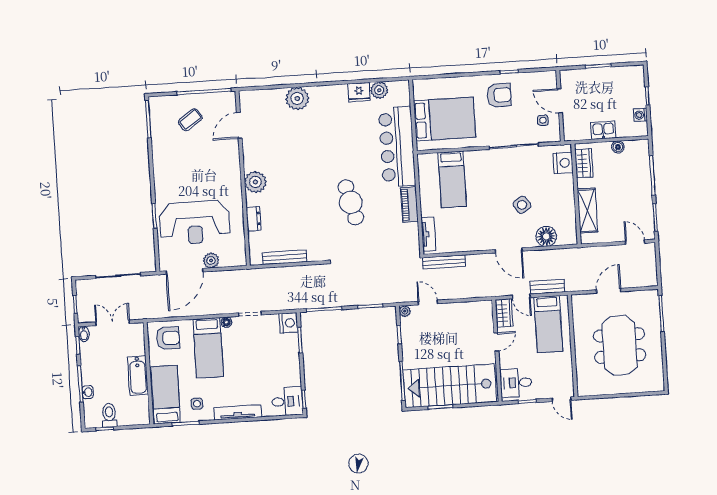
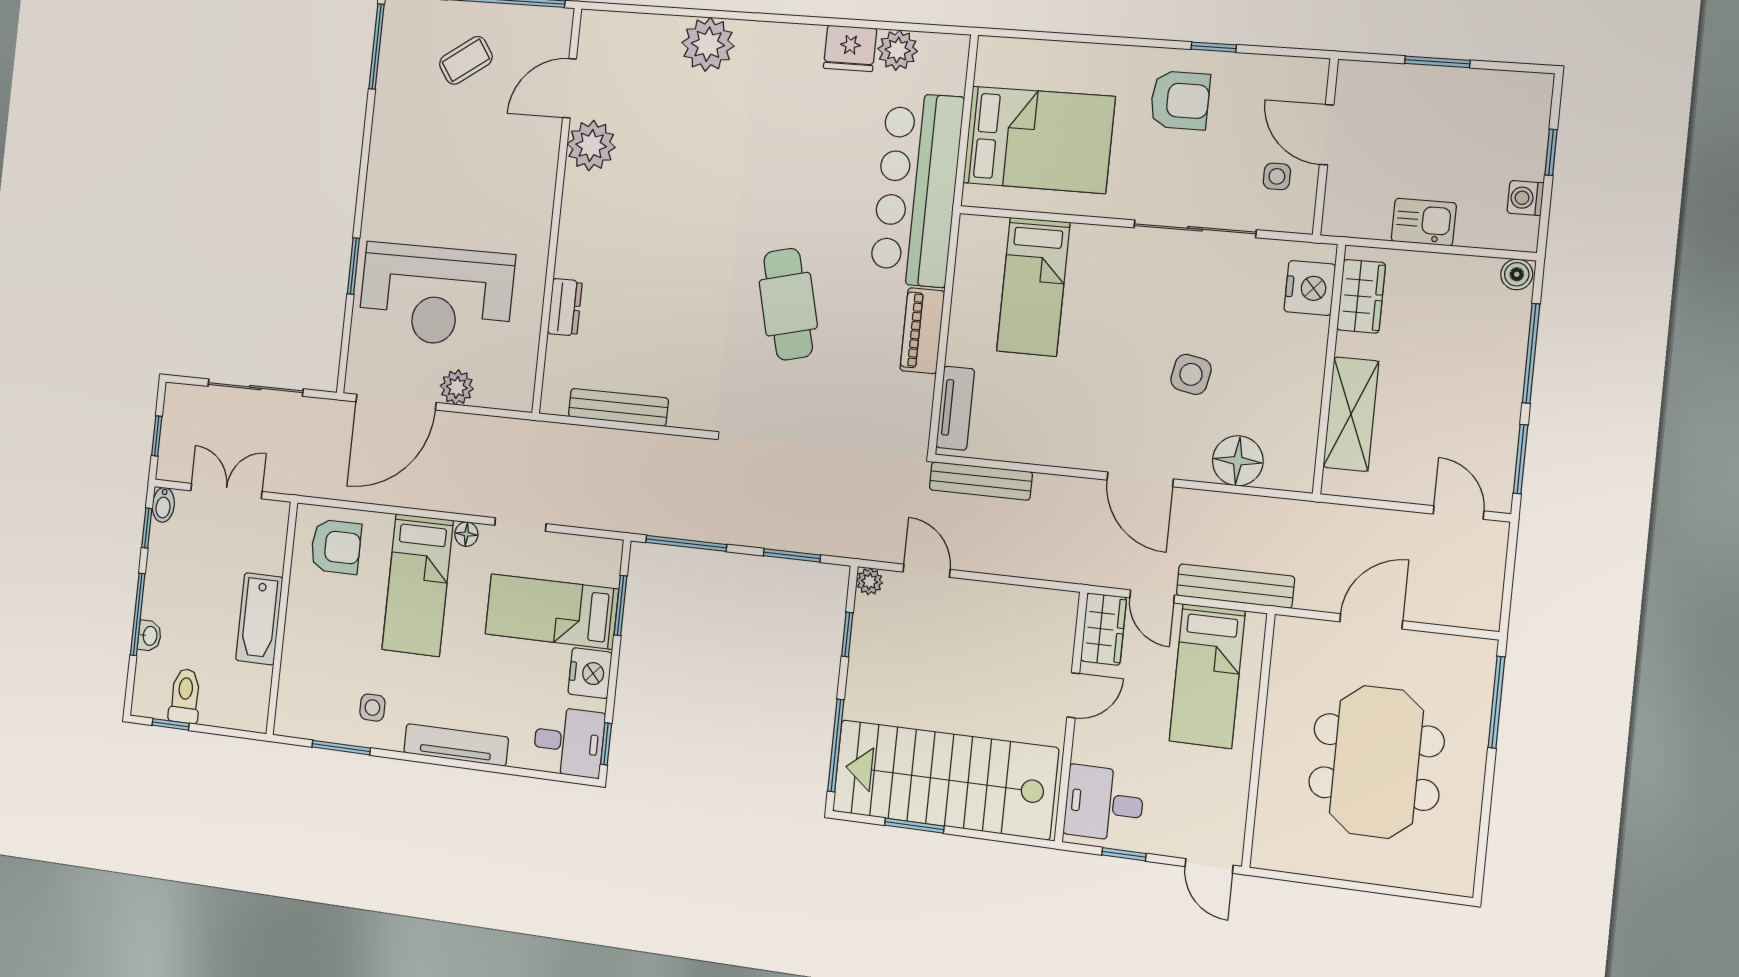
boiler: (618, 147) -> (1517, 274), moved
plant: (255, 182) -> (591, 145), moved
side table: (522, 205) -> (1191, 374), turned 45
bench: (547, 287) -> (1235, 586), width x1.36
nightstand: (288, 323) -> (590, 673), moved
bed: (166, 394) -> (552, 612), moved, turned -90

